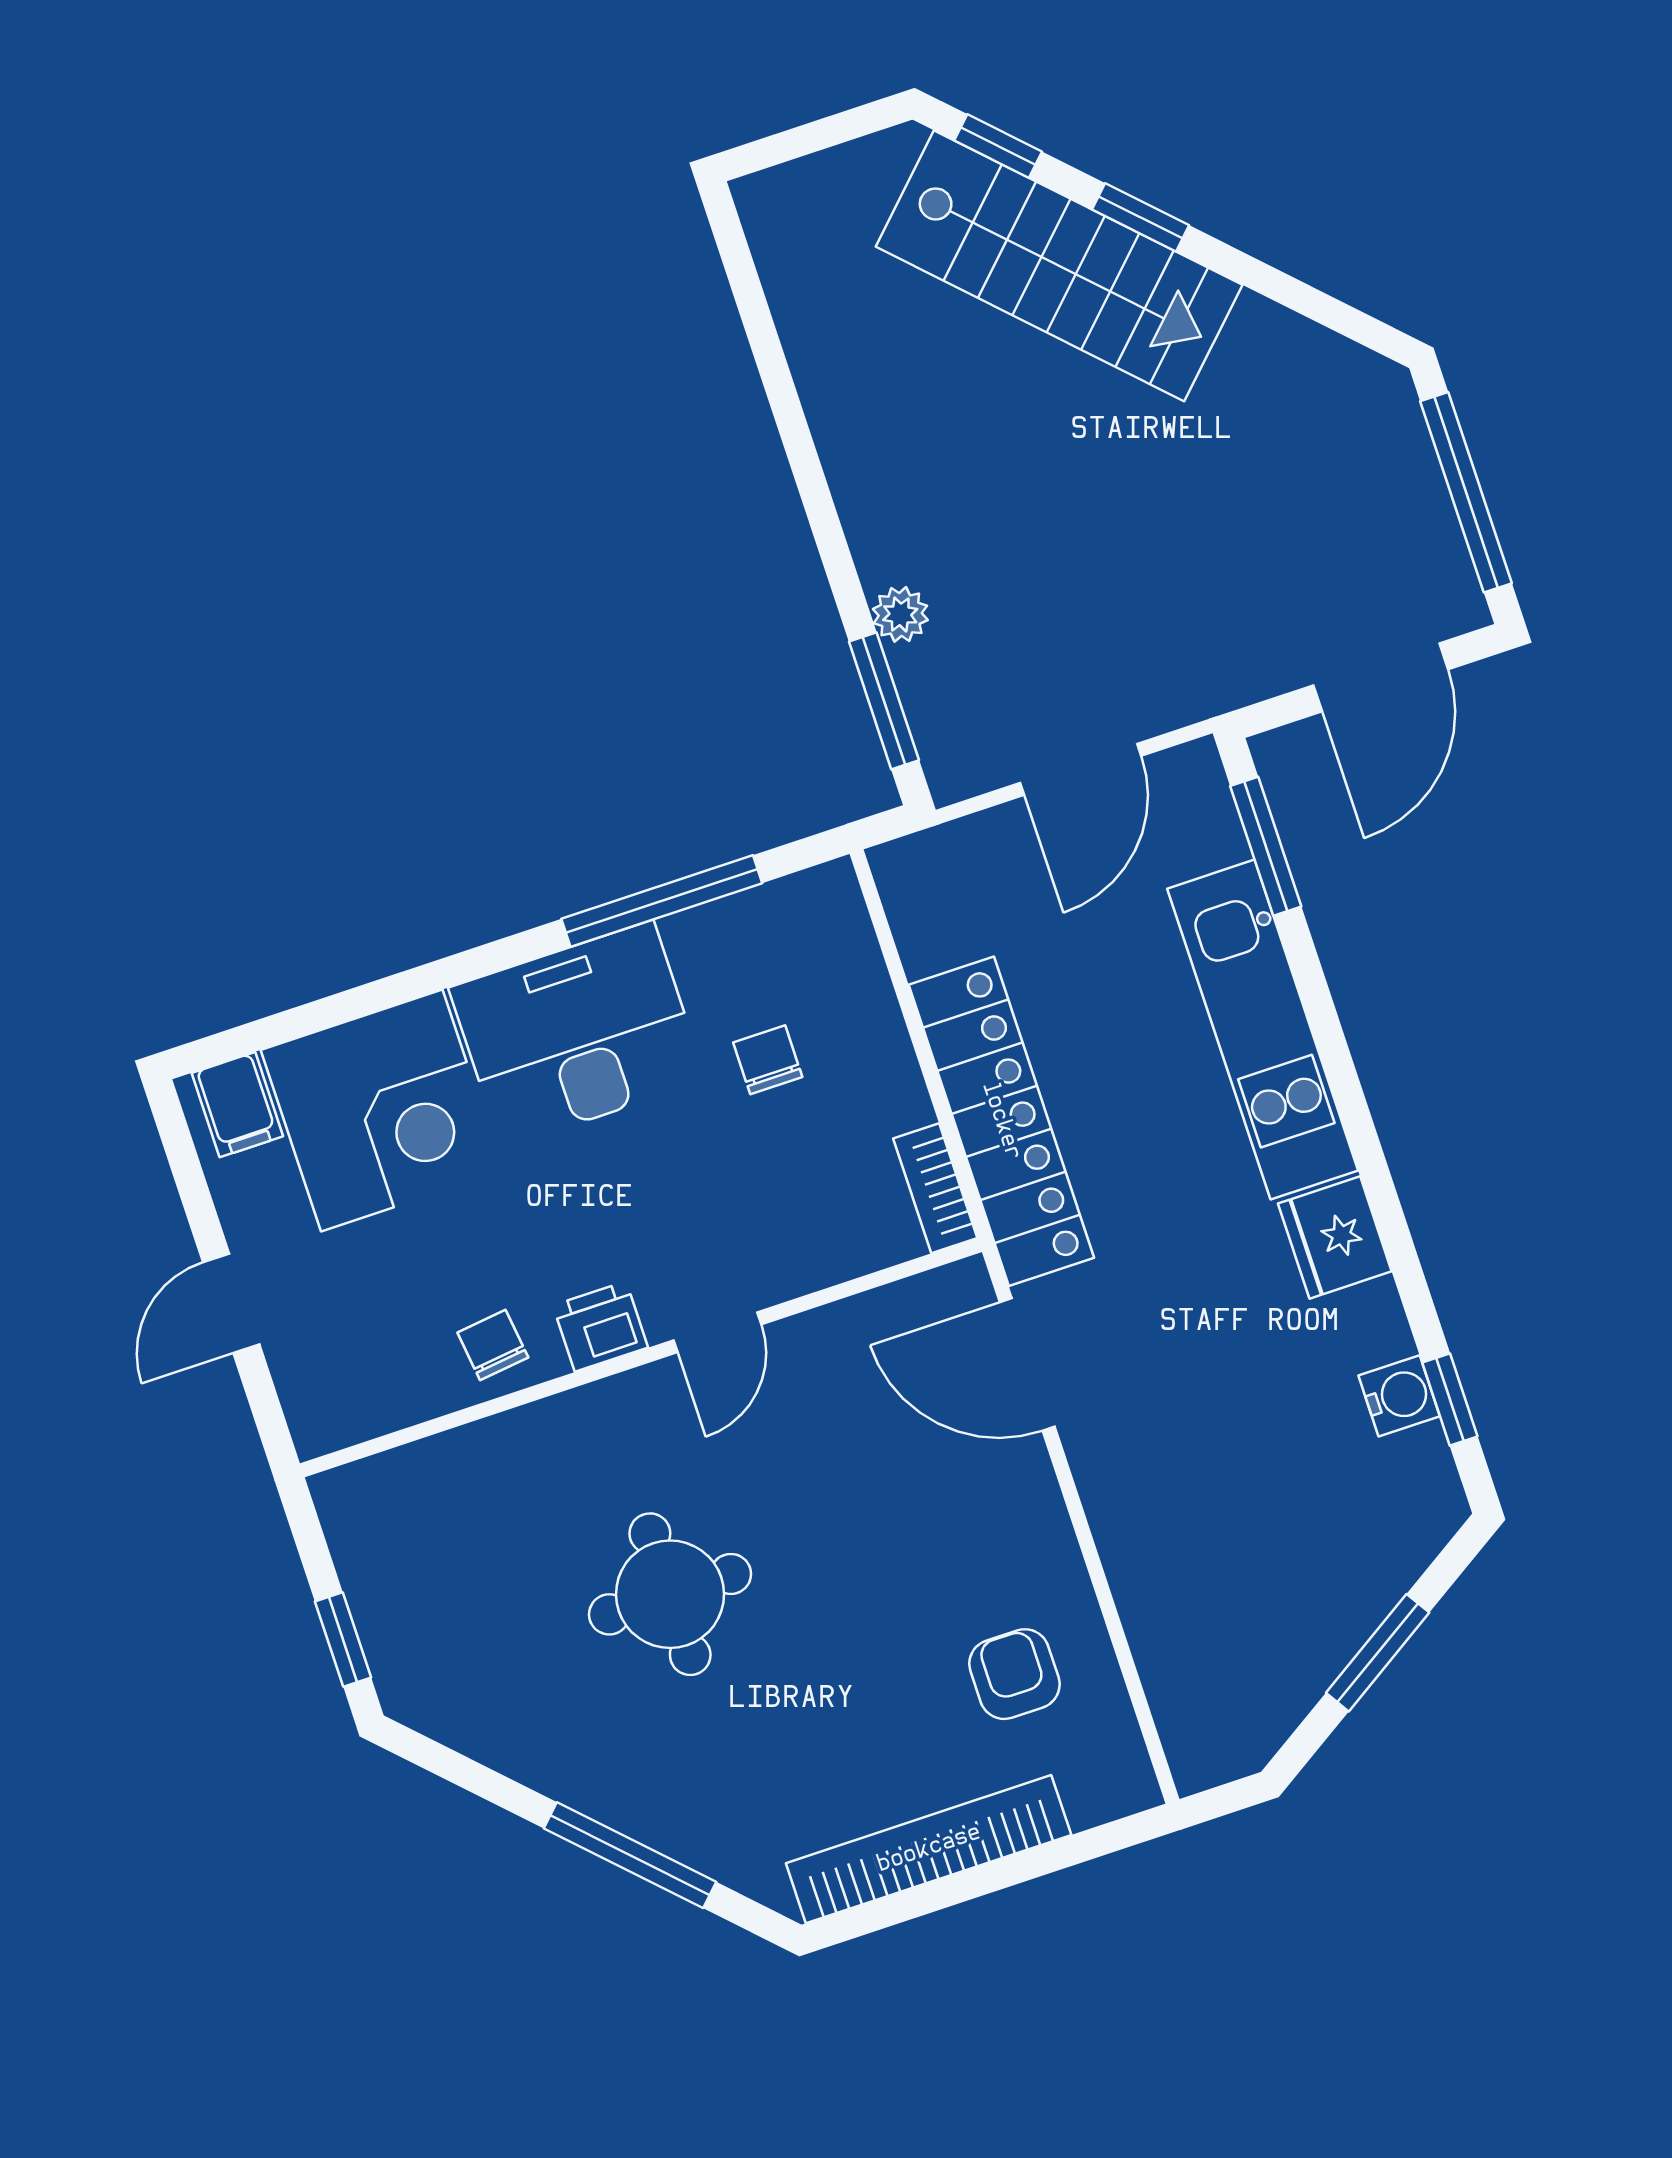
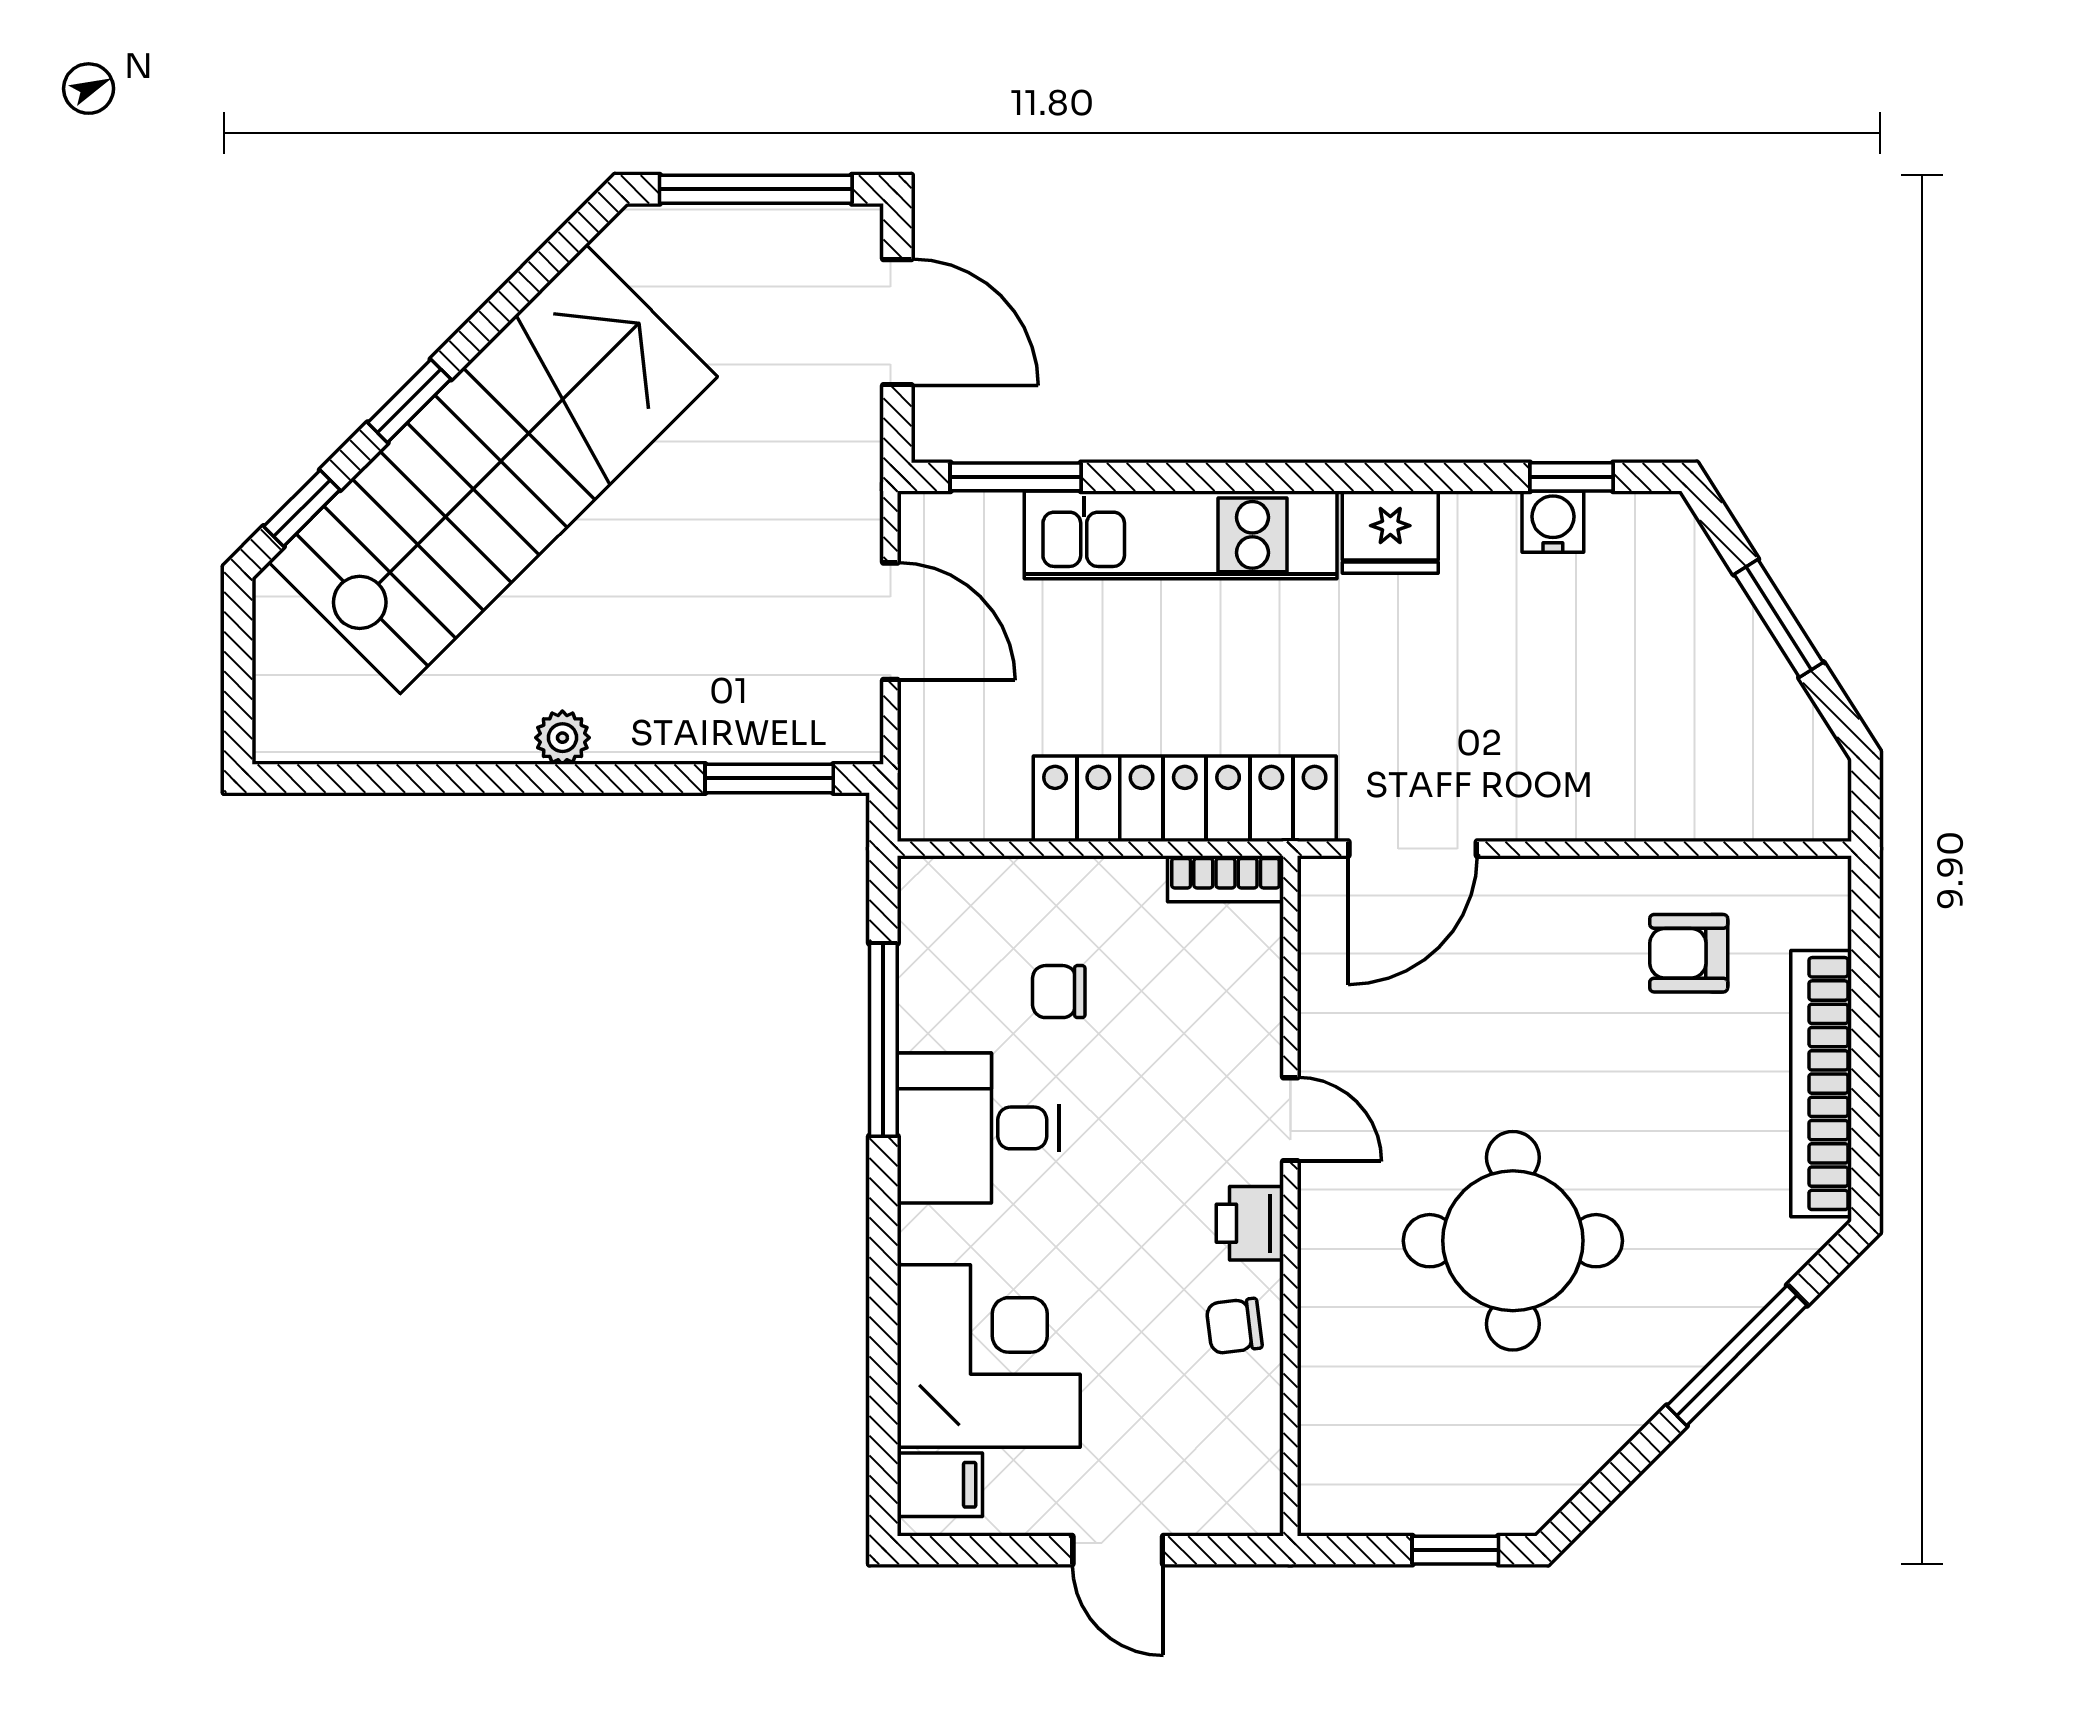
stairs: (1059, 266) -> (493, 469), width x1.36, depth x1.51
plant: (900, 614) -> (562, 738), moved
desk: (577, 1034) -> (978, 1128), width x0.73
round table: (670, 1594) -> (1513, 1241), width x1.36, depth x1.36

